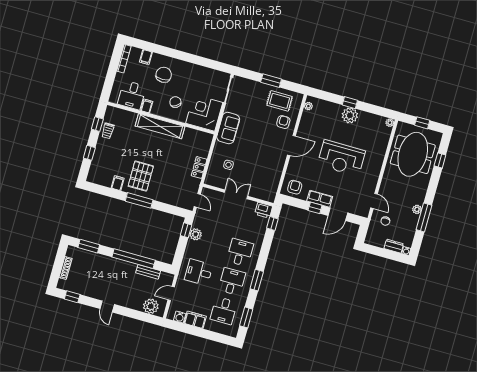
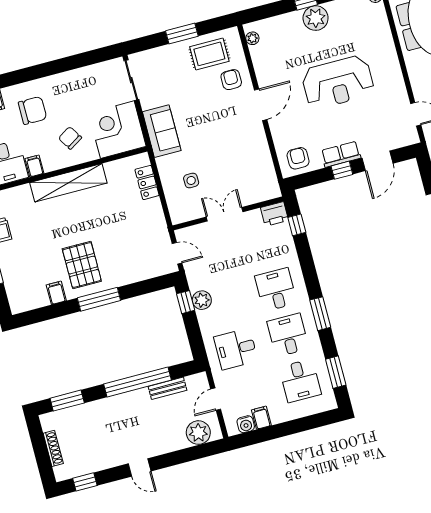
chair: (164, 75) -> (33, 110), turned 90
locker: (199, 167) -> (147, 182), moved
filing cabinet: (195, 320) -> (261, 418), width x0.50

